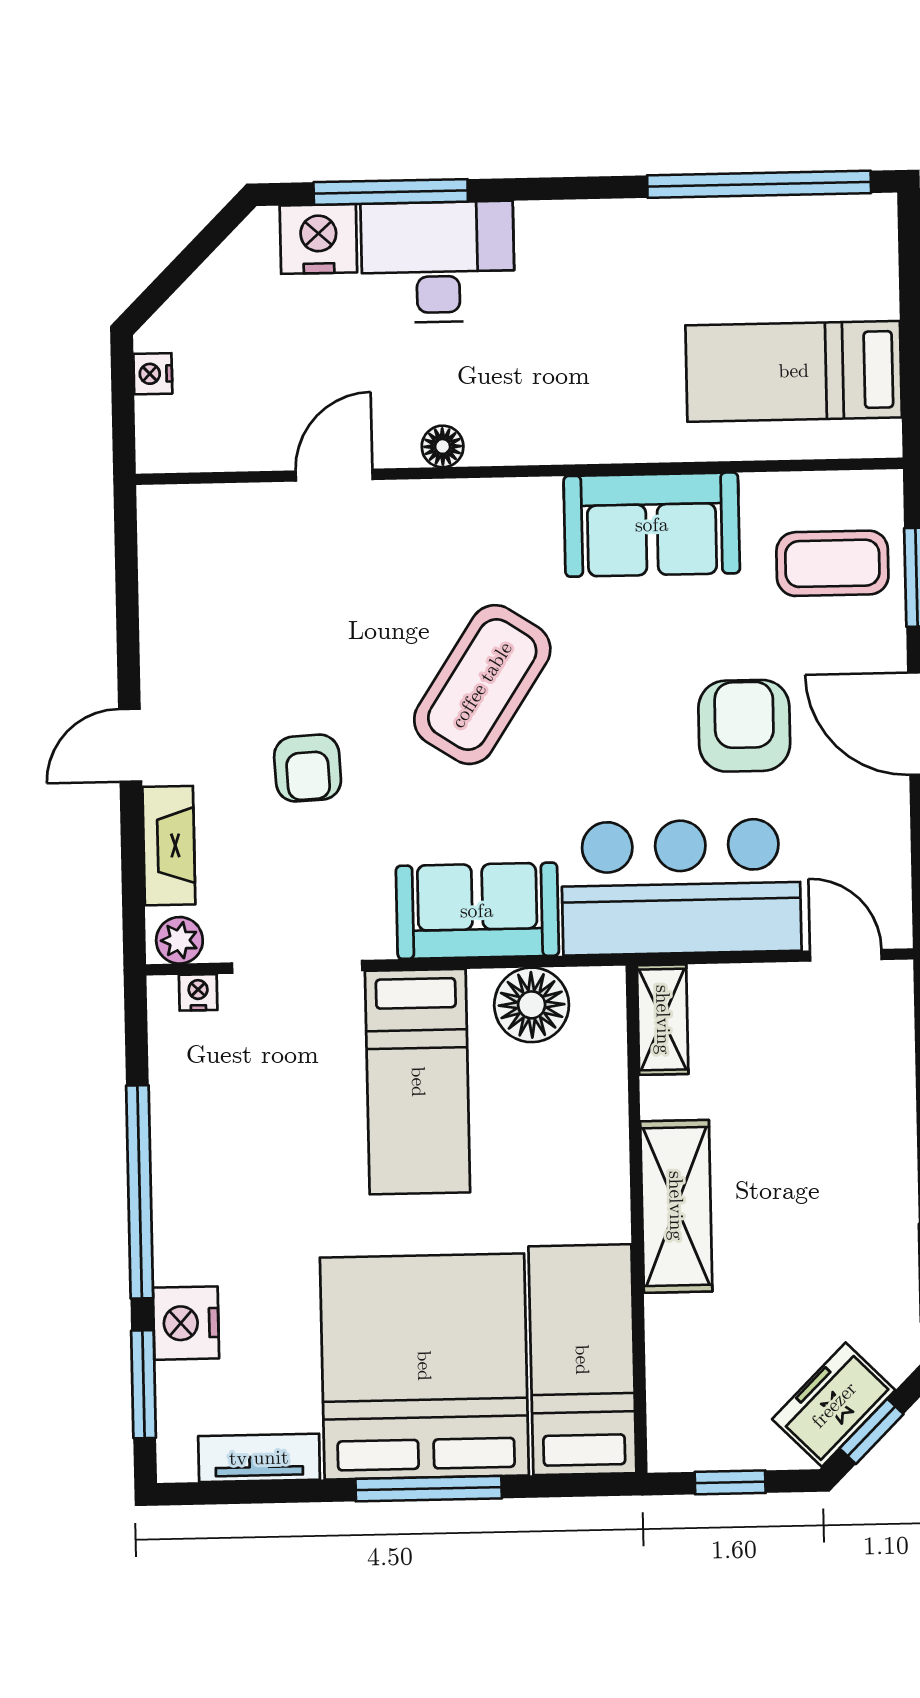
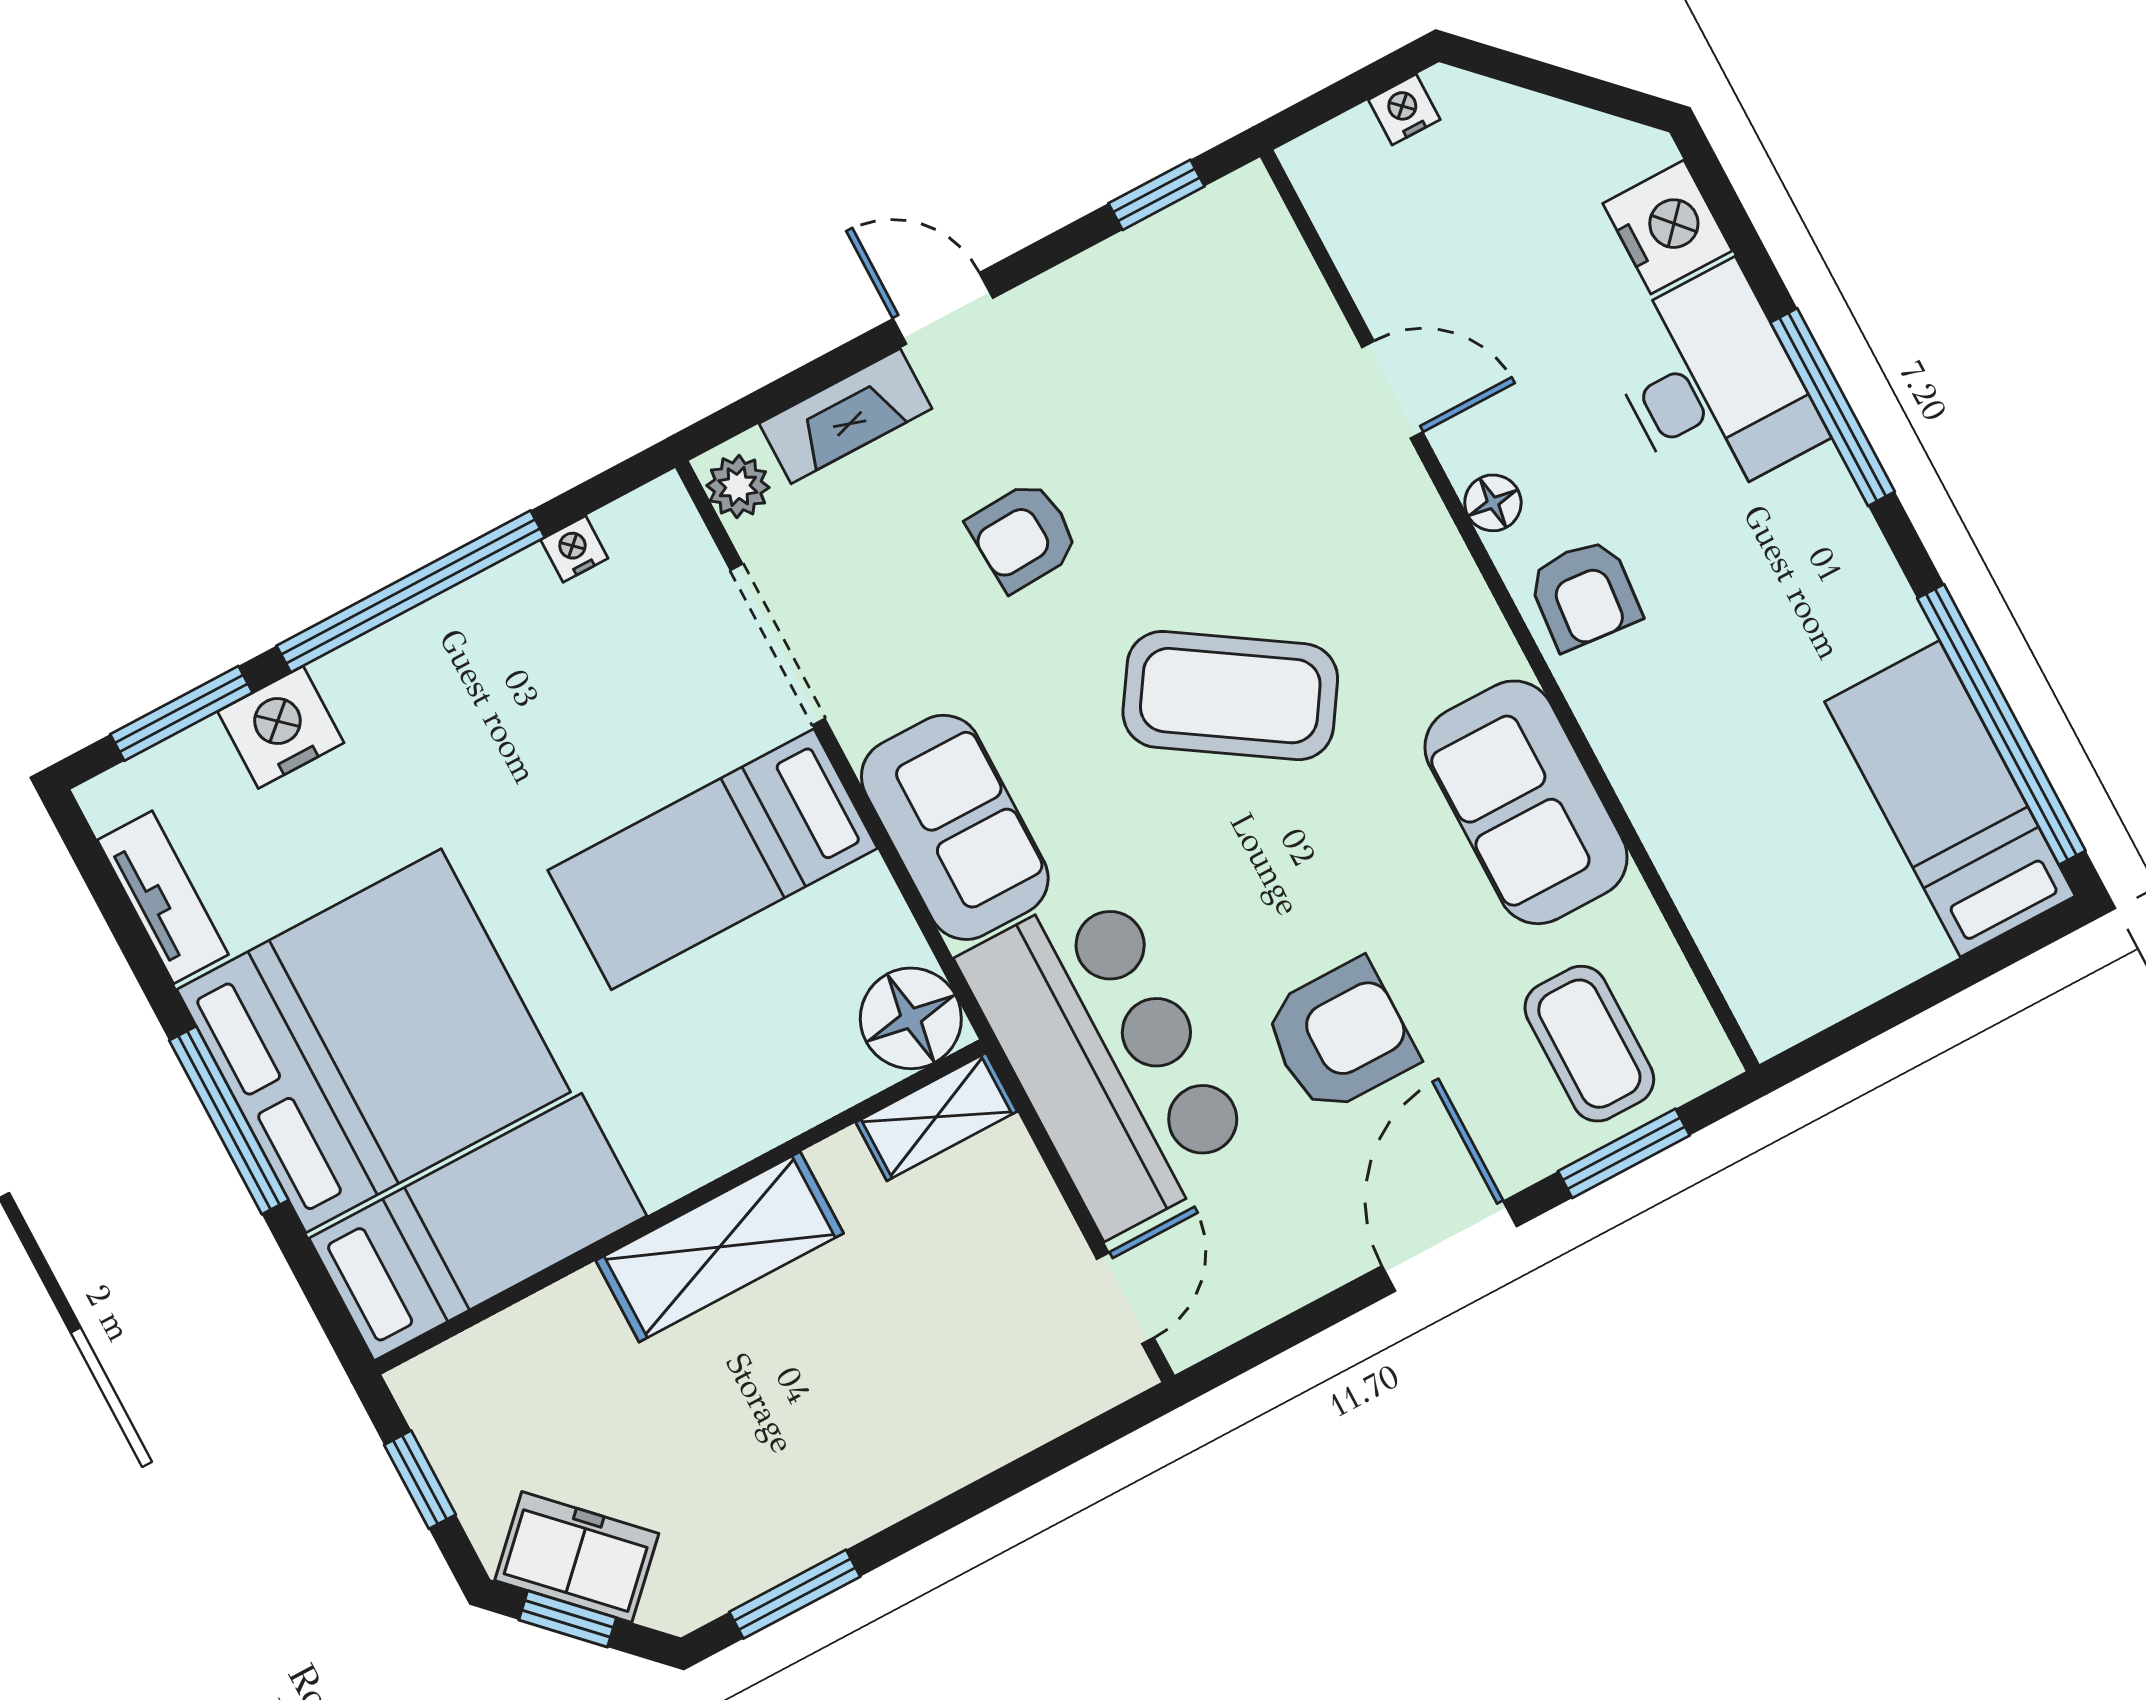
window: (391, 192) -> (1833, 407), moved
bed: (794, 371) -> (1950, 799), moved
armchair: (534, 417) -> (1584, 594), added
window: (126, 566) -> (1157, 195), added
nightstand: (198, 992) -> (574, 549), moved, turned -90
floor lamp: (532, 1005) -> (911, 1018), moved

